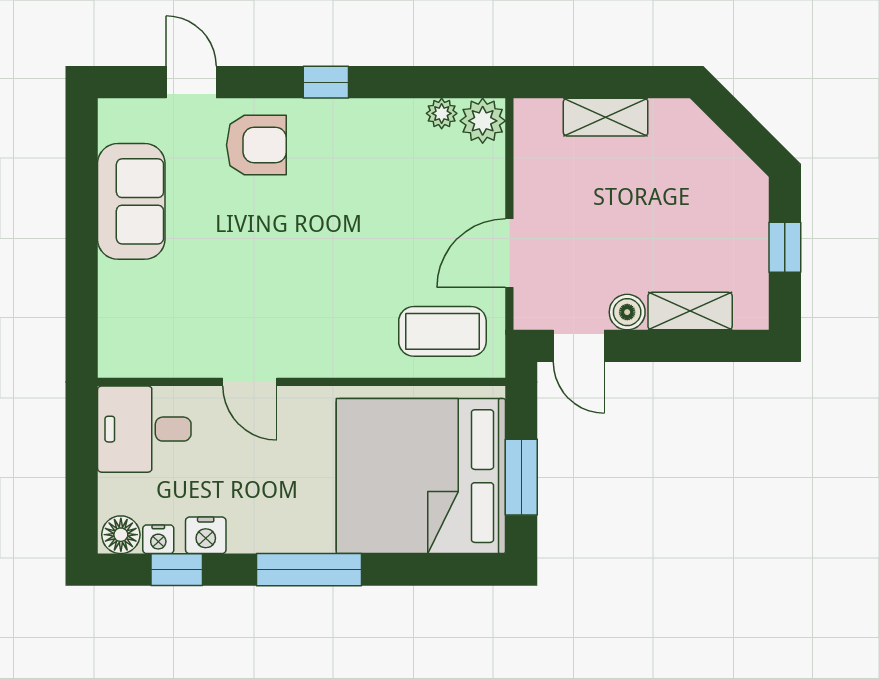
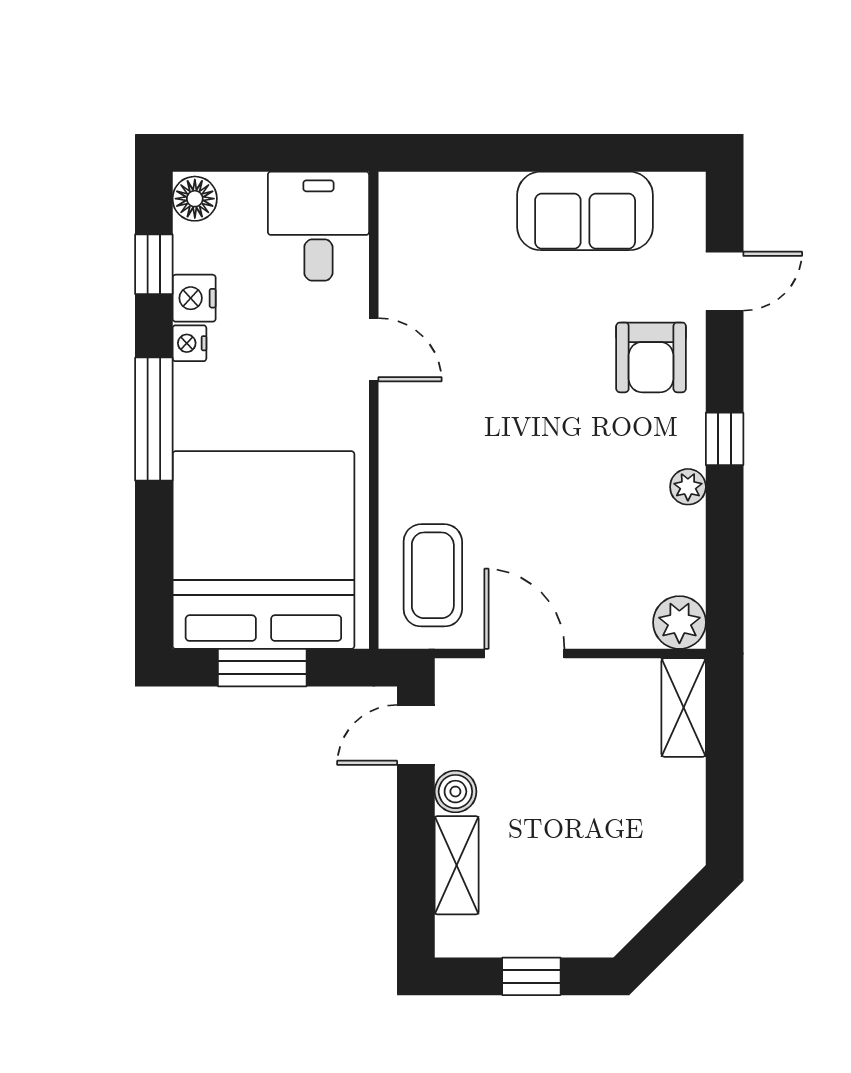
plant: (442, 113) -> (688, 487), moved
shelving: (606, 117) -> (684, 707), moved
door: (250, 382) -> (374, 350), swing flipped
nightstand: (158, 539) -> (189, 343), moved

